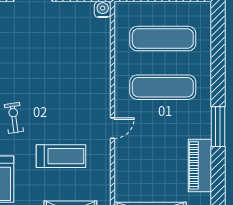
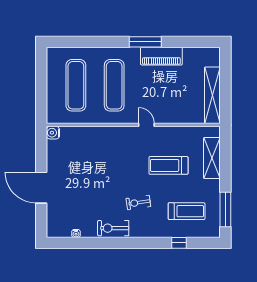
treadmill: (61, 156) -> (168, 165), turned -90
piano: (200, 165) -> (161, 56), moved

